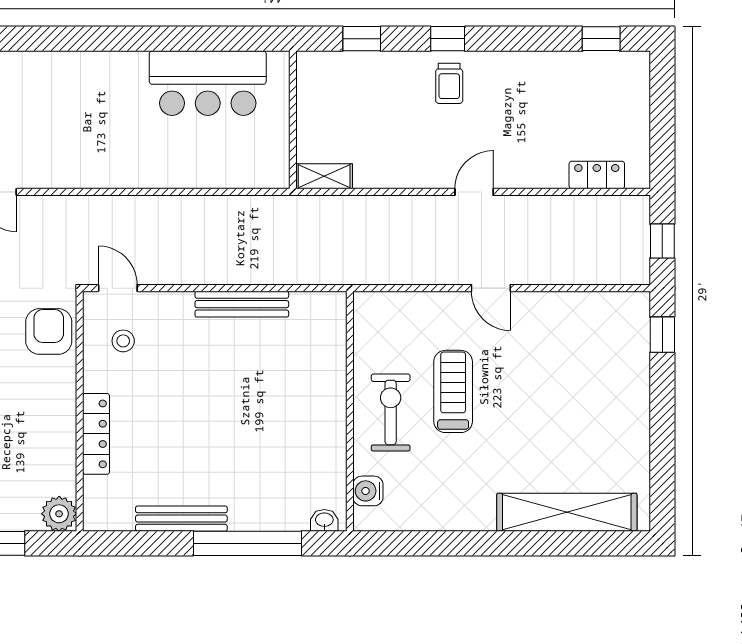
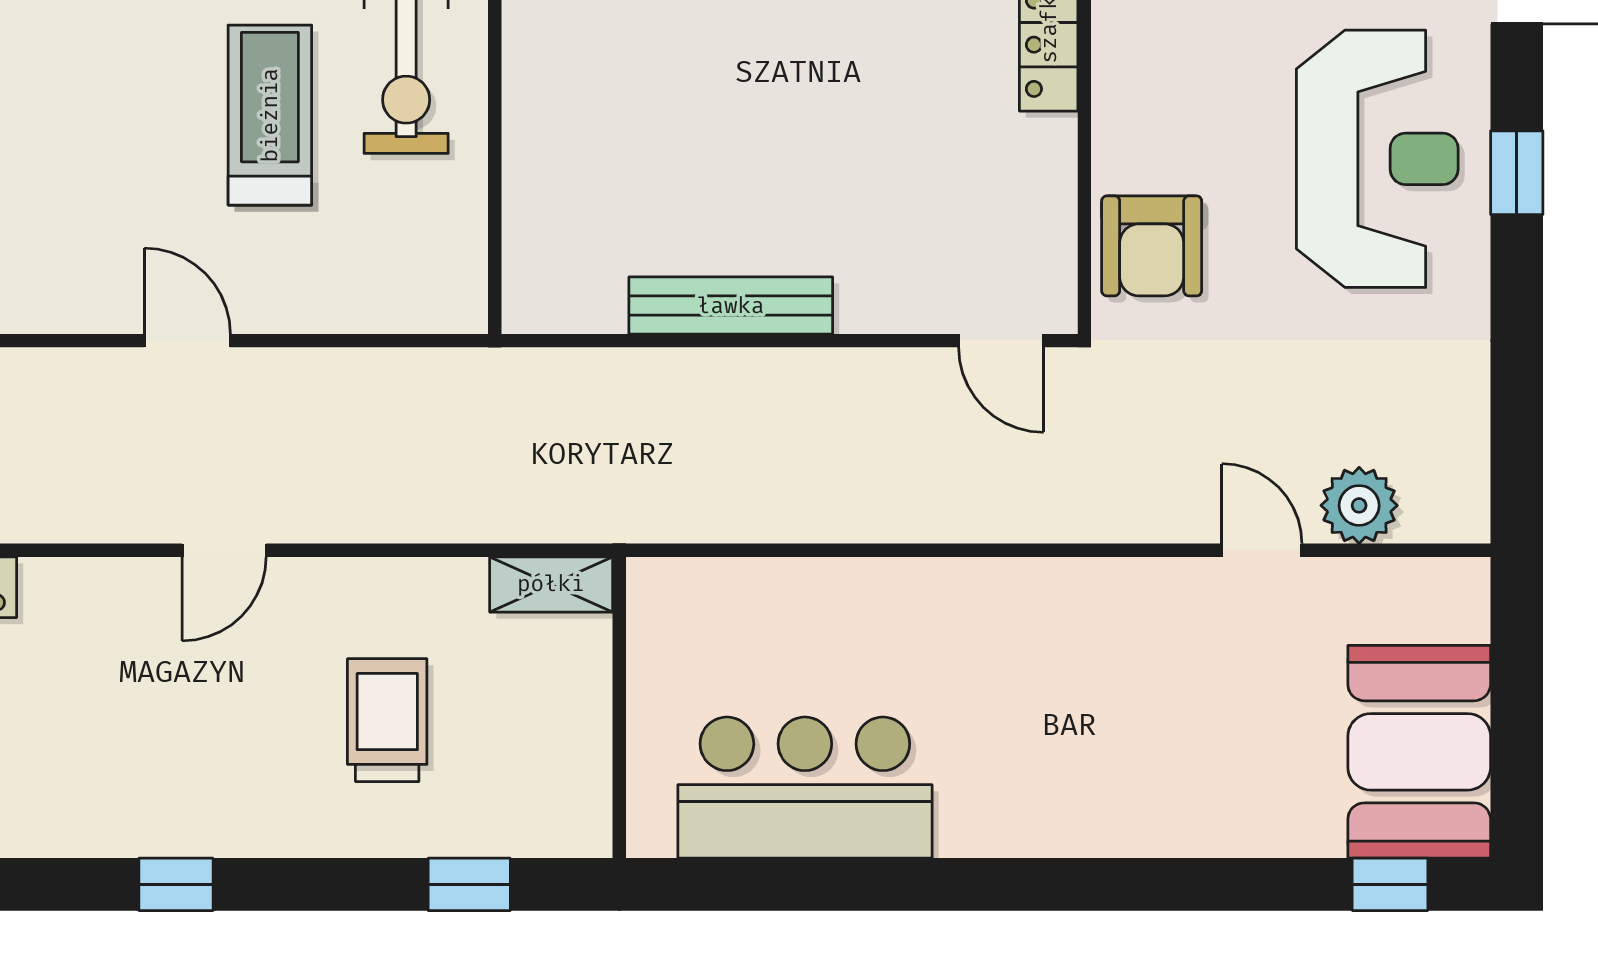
window: (448, 39) -> (176, 884), moved
trolley: (449, 83) -> (387, 720), moved, width x1.36, depth x1.39
stool: (123, 341) -> (989, 225), removed
treadmill: (453, 391) -> (270, 115), turned 180

